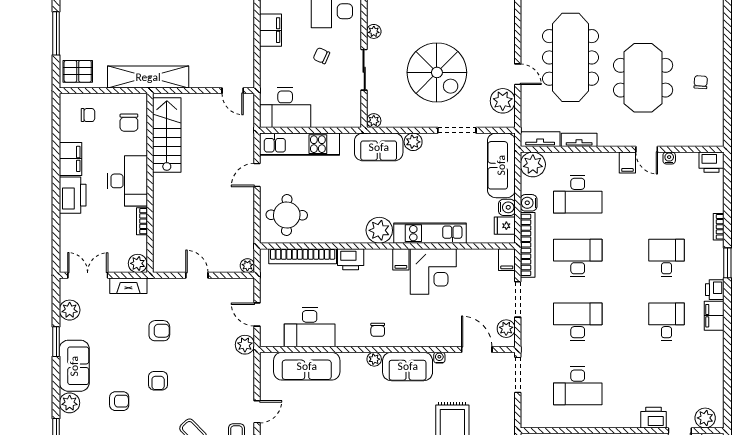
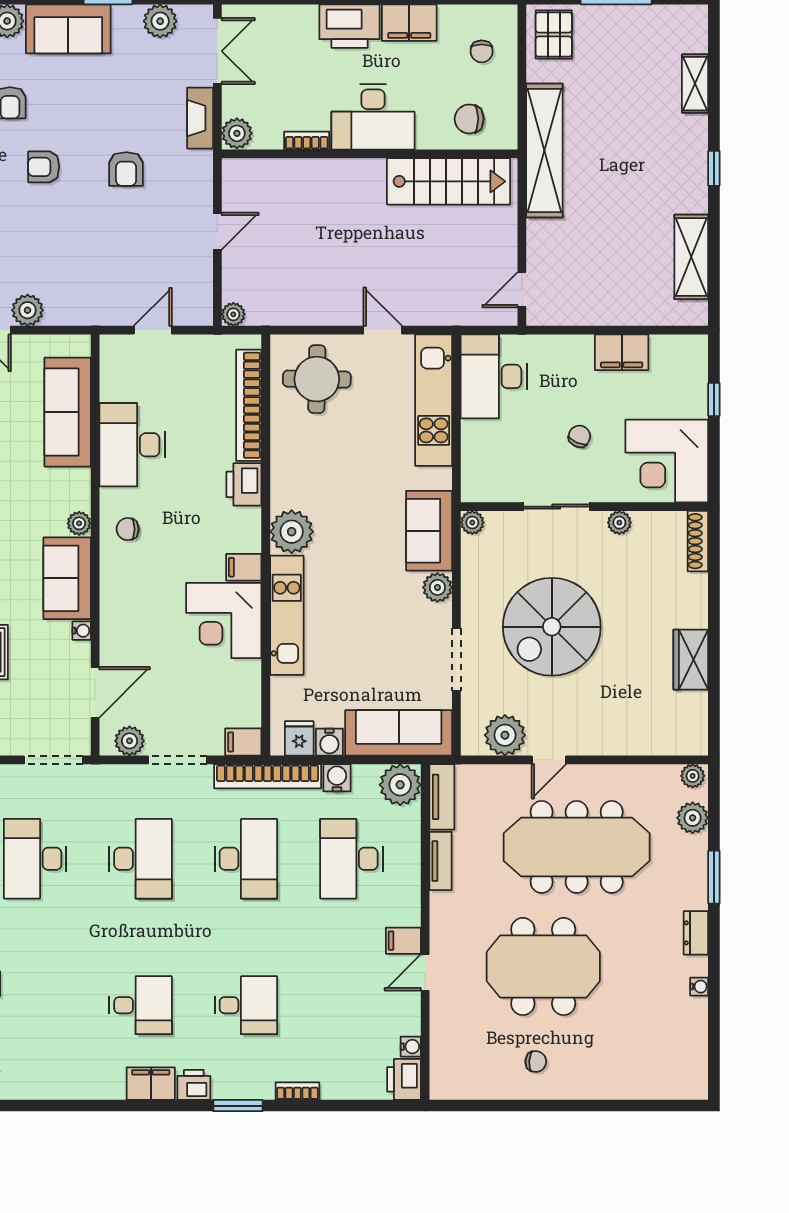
water cooler: (669, 158) -> (411, 1047), moved
desk: (310, 327) -> (132, 445), moved
plant: (245, 345) -> (28, 310), moved

